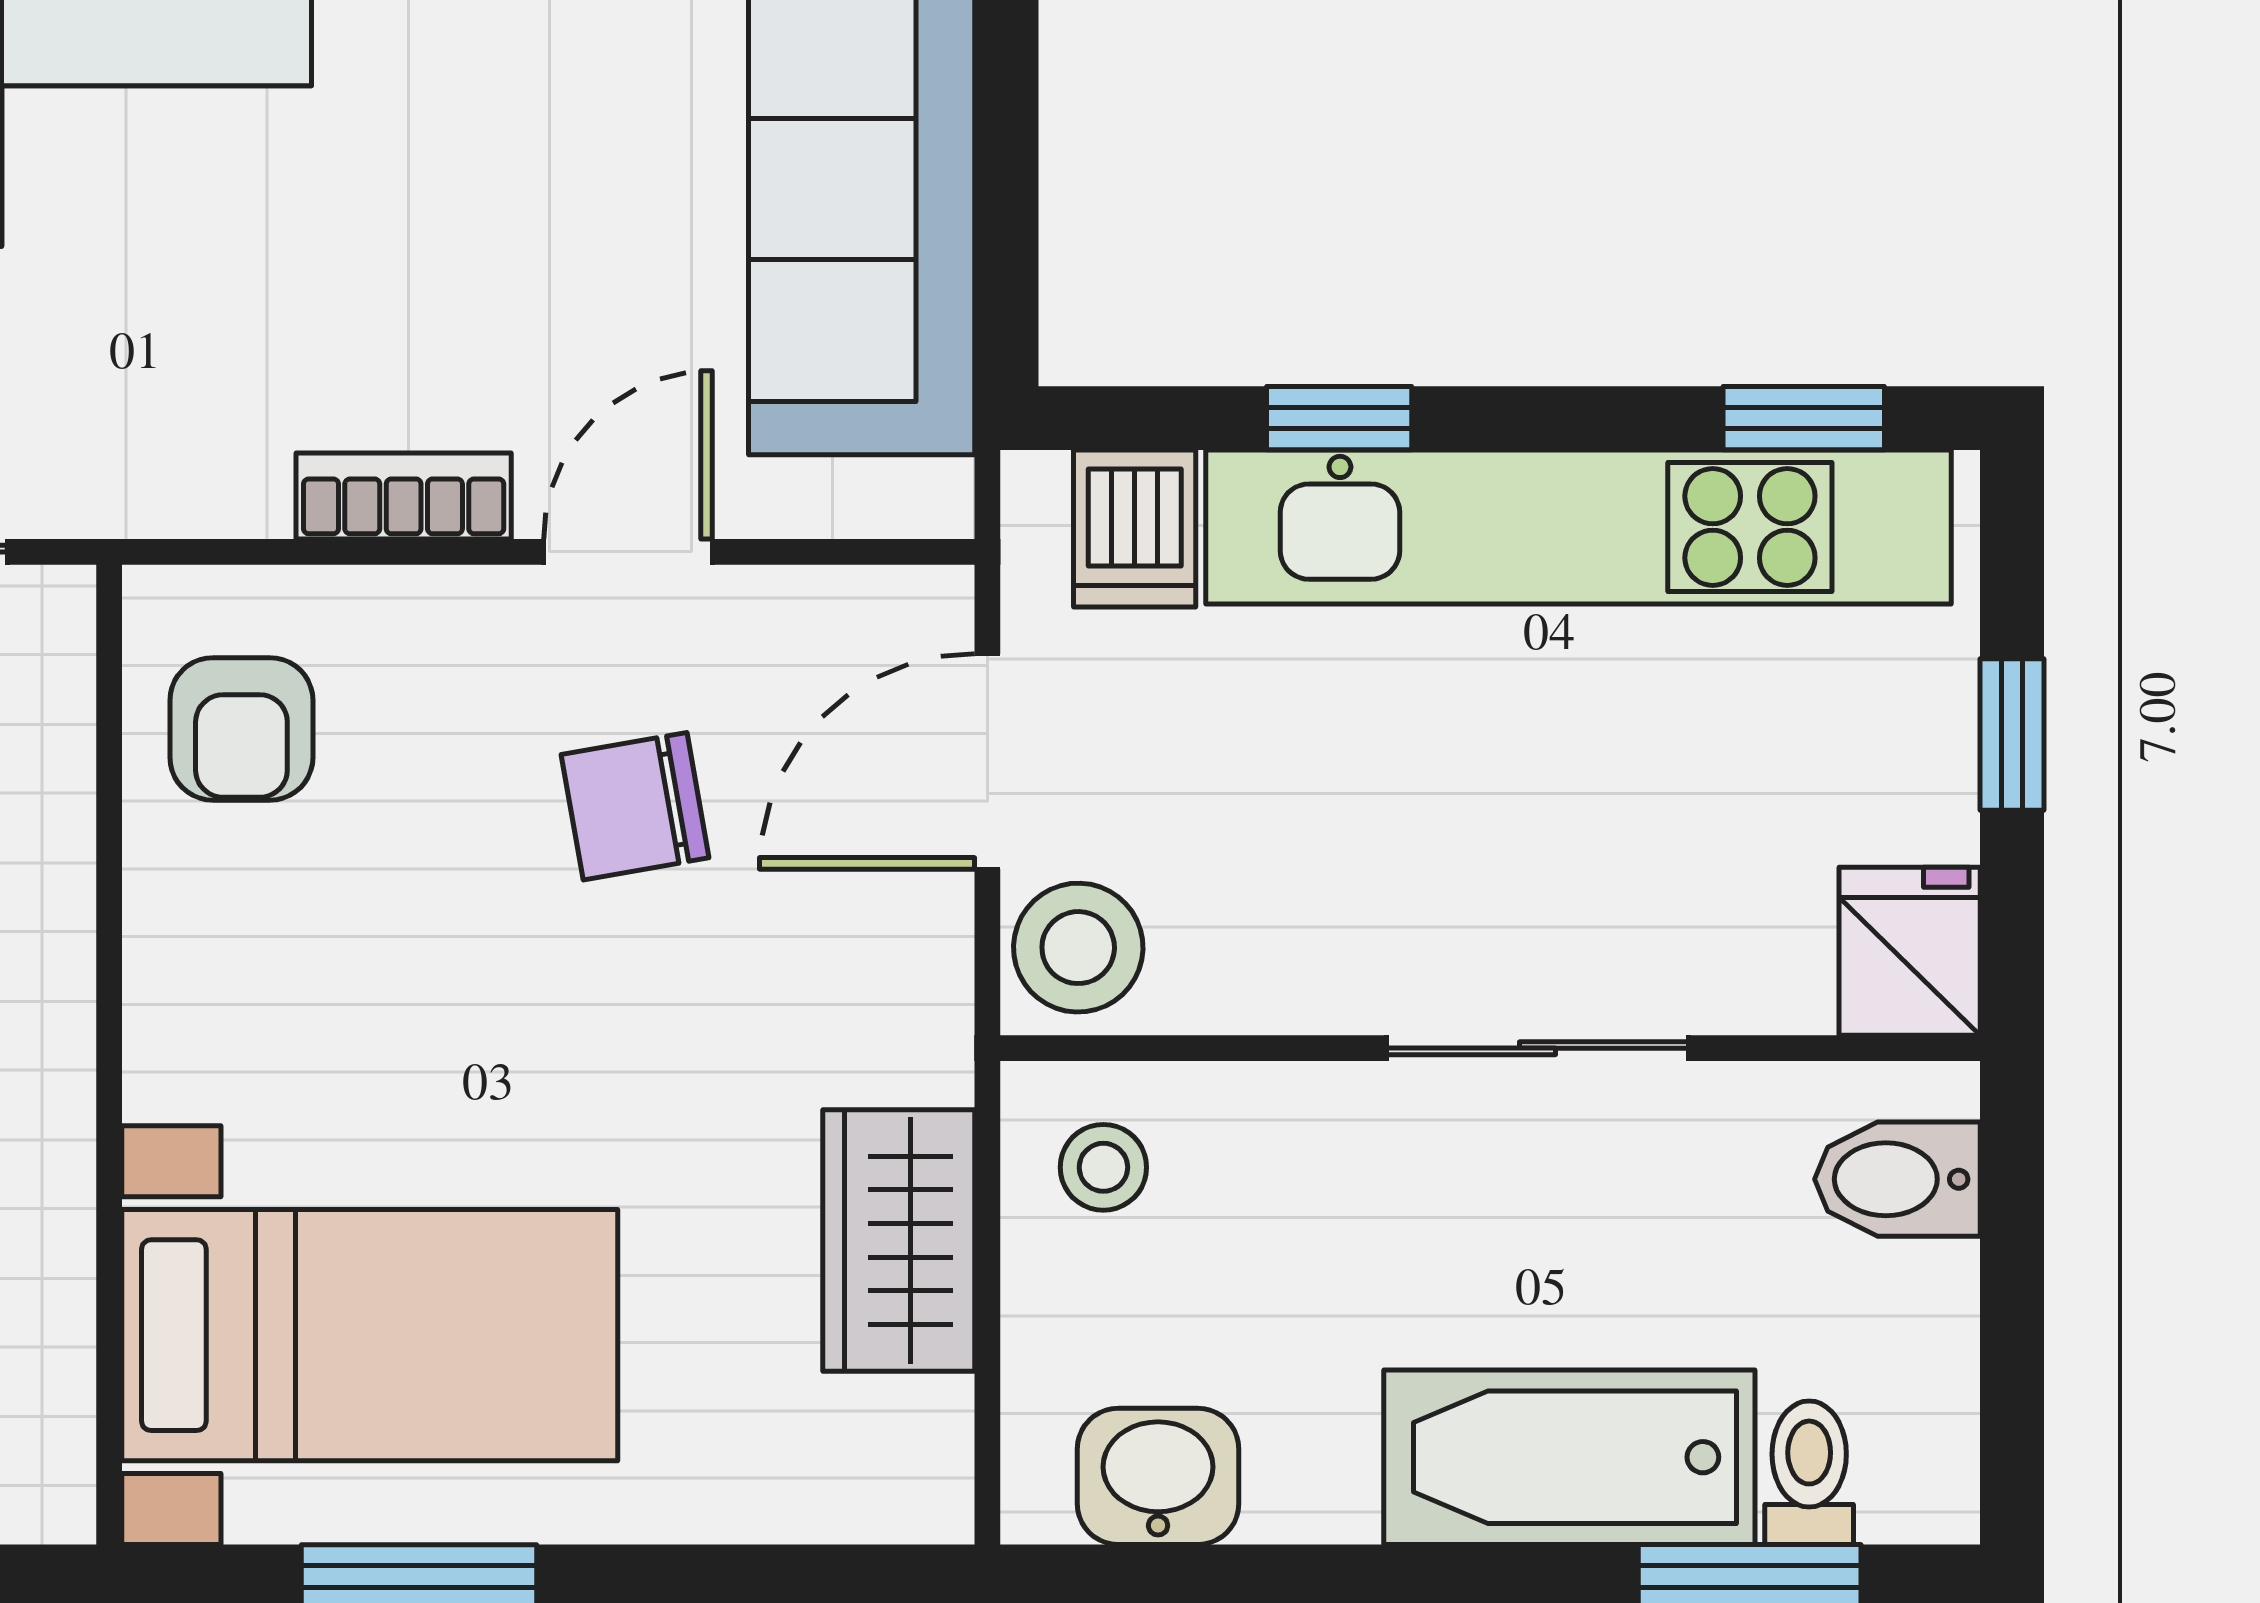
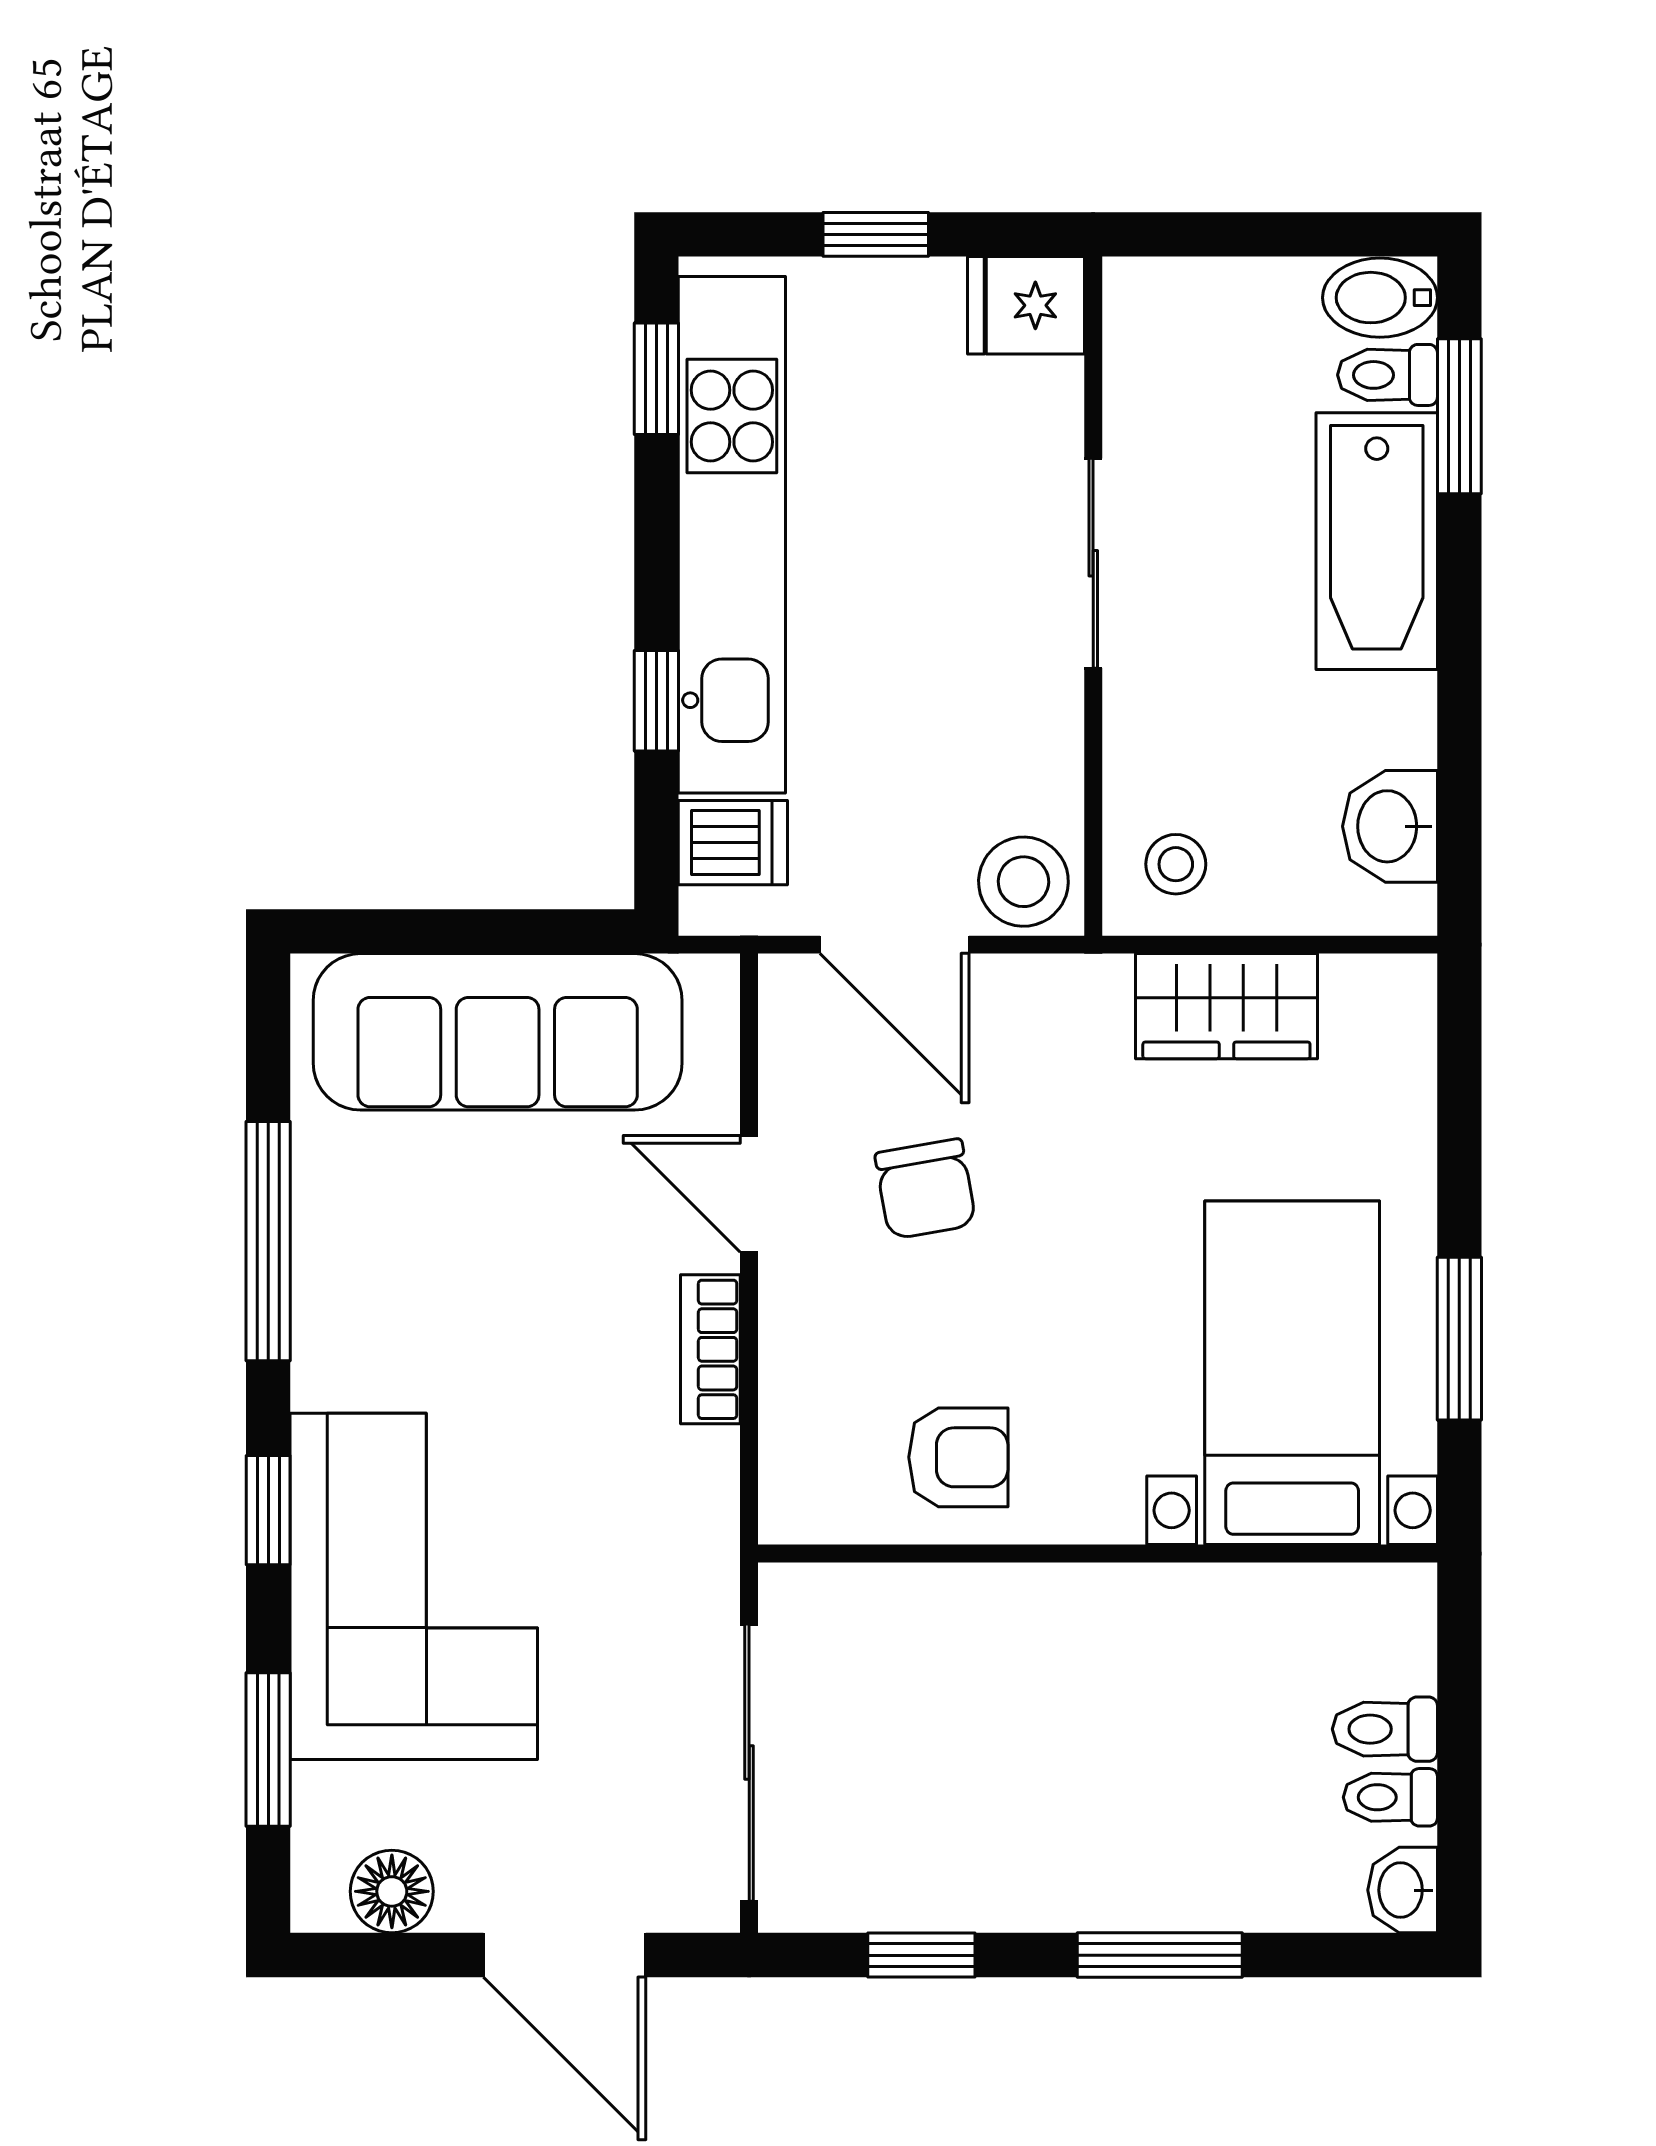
armchair: (241, 729) -> (958, 1457), moved
bidet: (1897, 1179) -> (1380, 298), moved, turned 90

